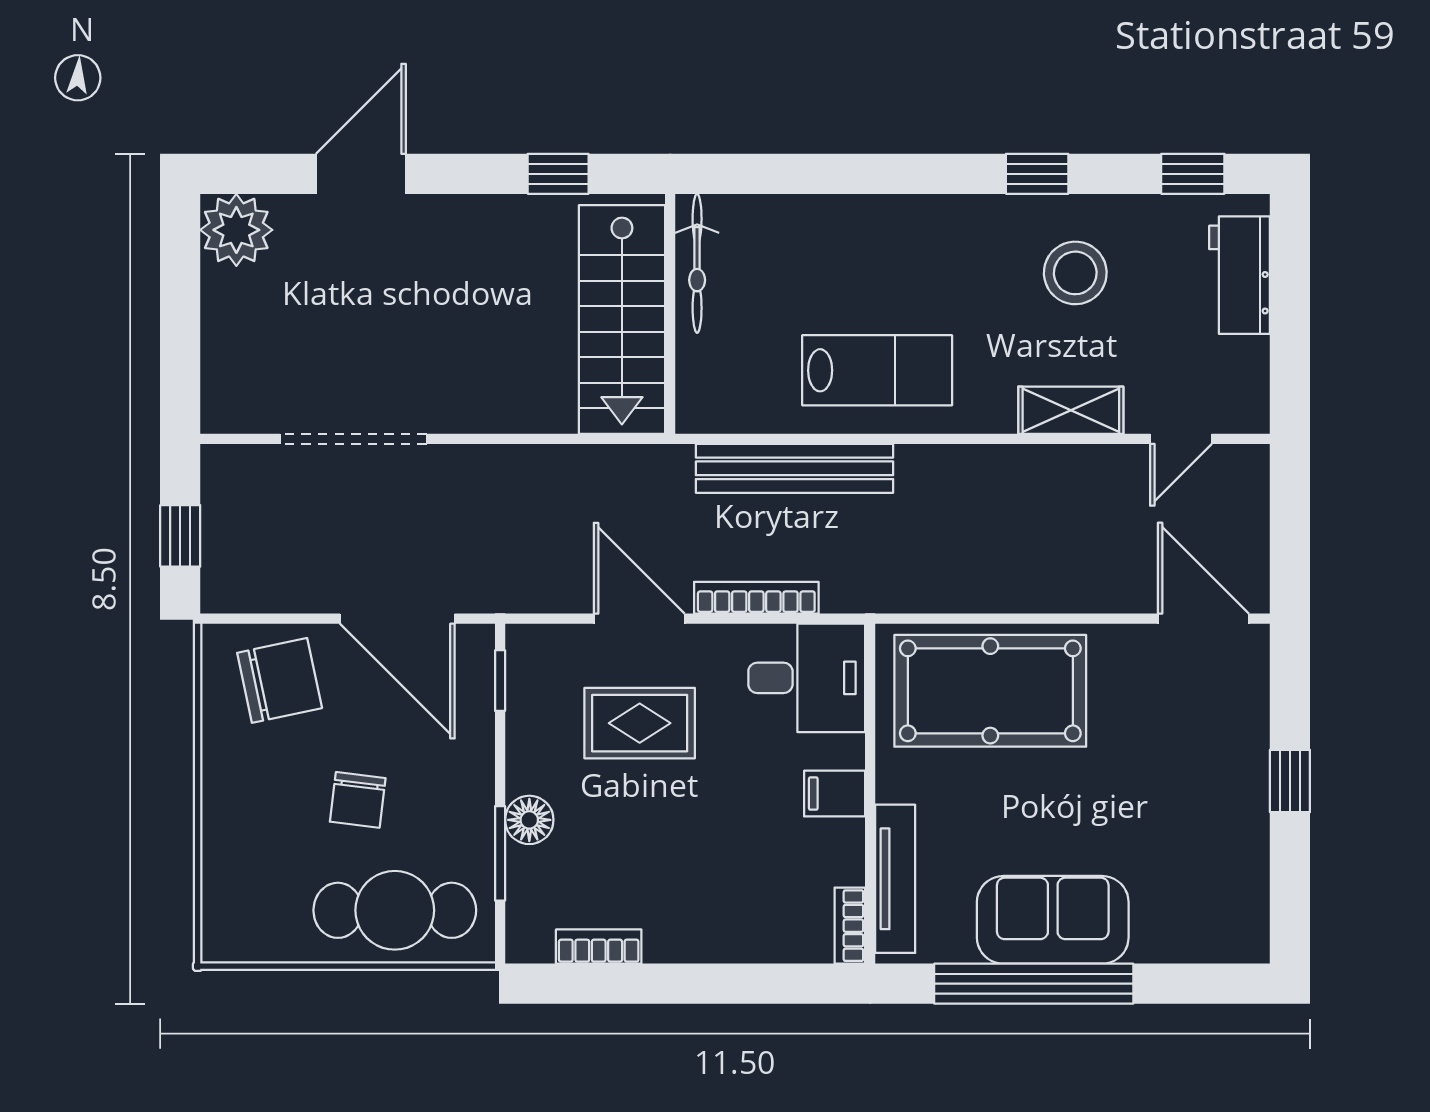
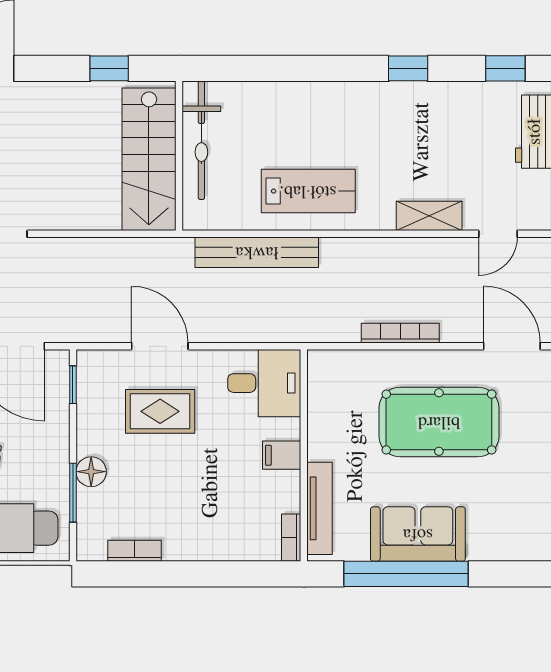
bicycle: (697, 263) -> (201, 140), width x1.37, depth x1.40
stool: (1075, 273) -> (432, 130), removed
bookcase: (756, 598) -> (400, 333), moved
pool table: (990, 691) -> (439, 422), moved

